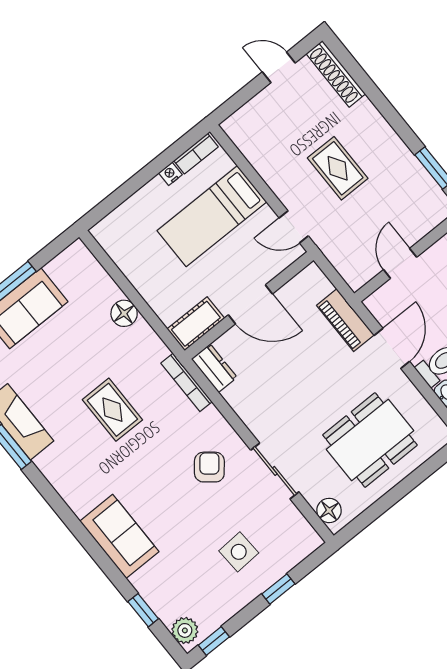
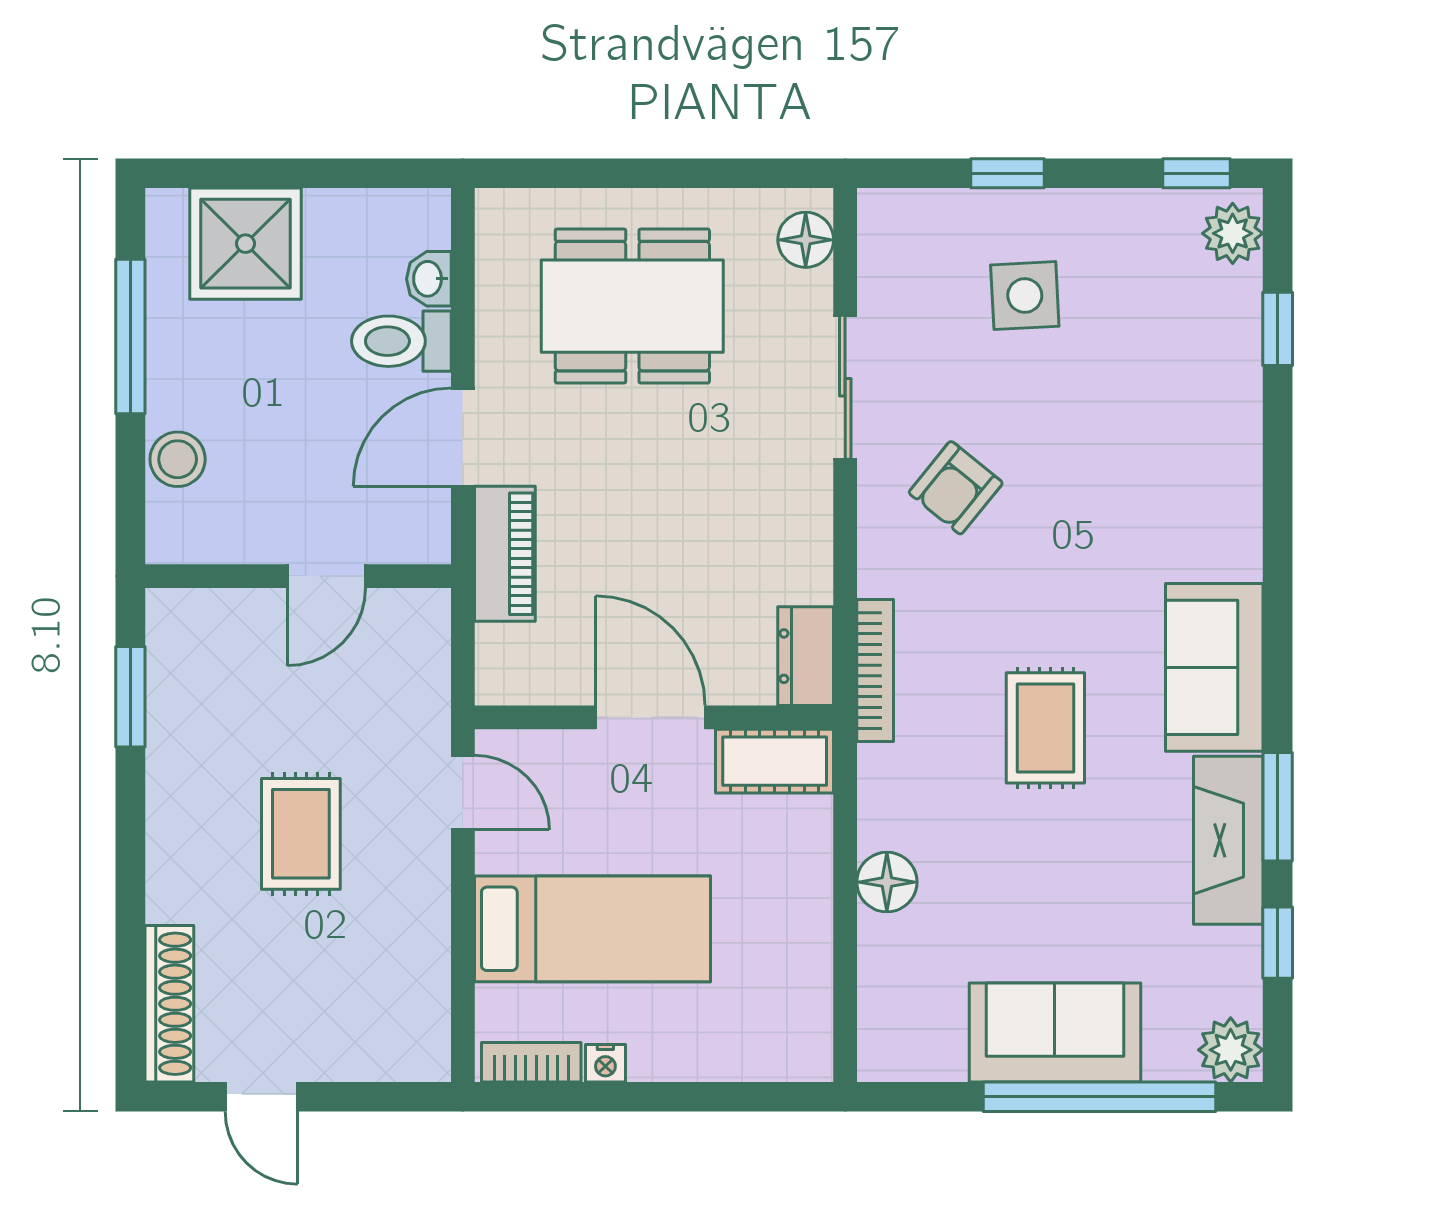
sofa: (119, 536) -> (1214, 667), moved

